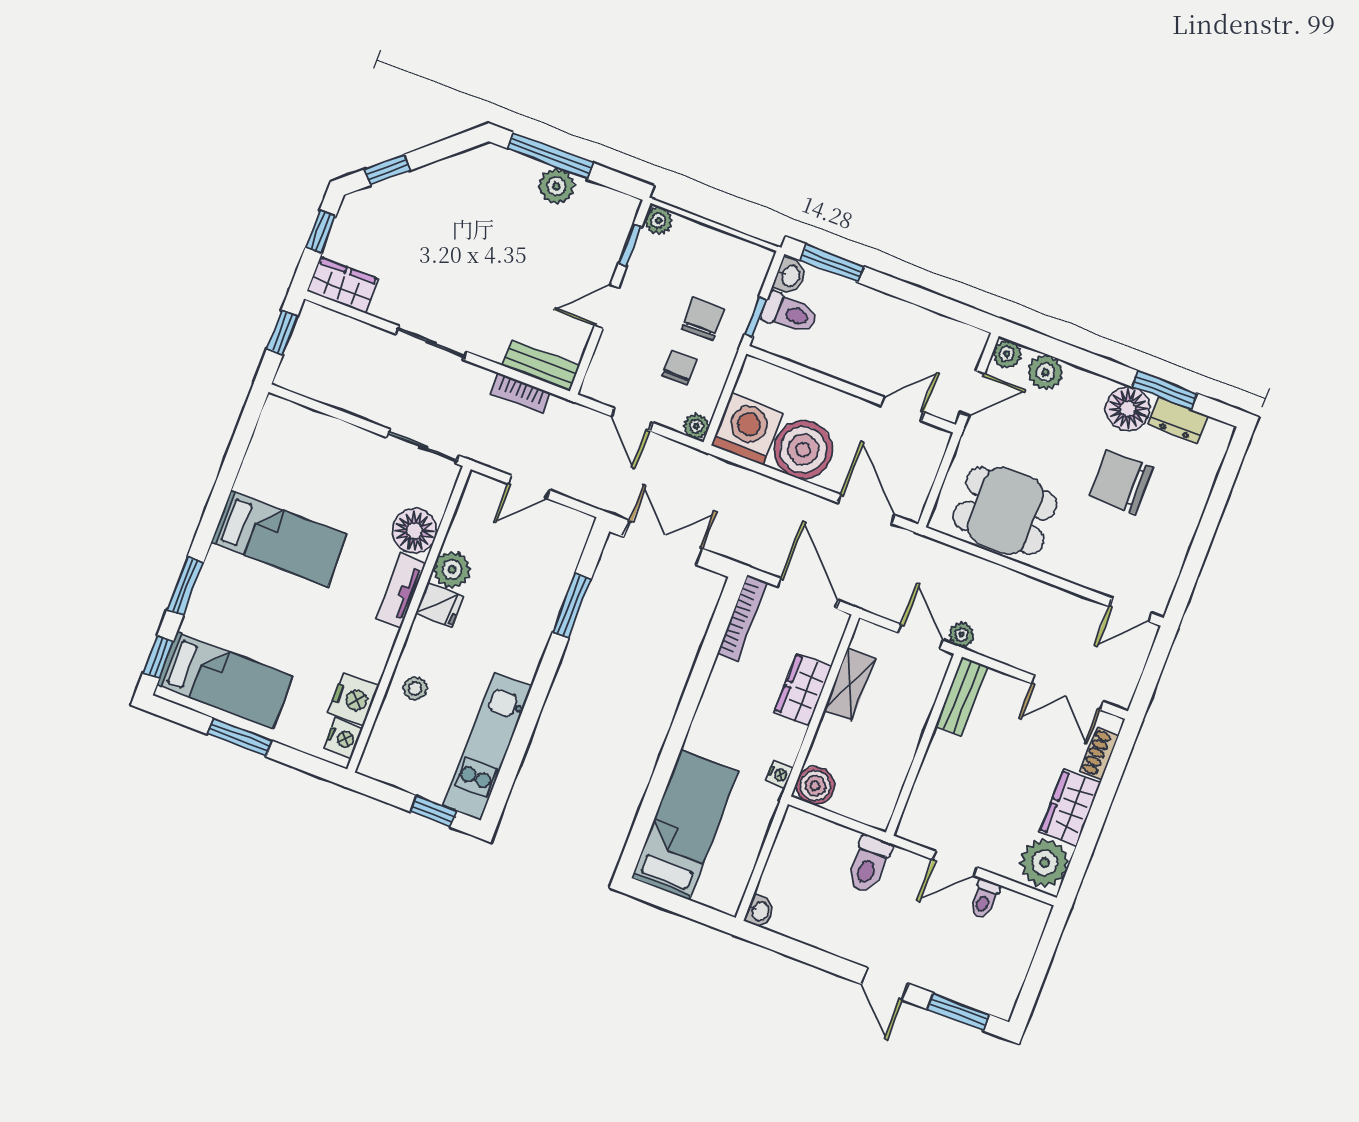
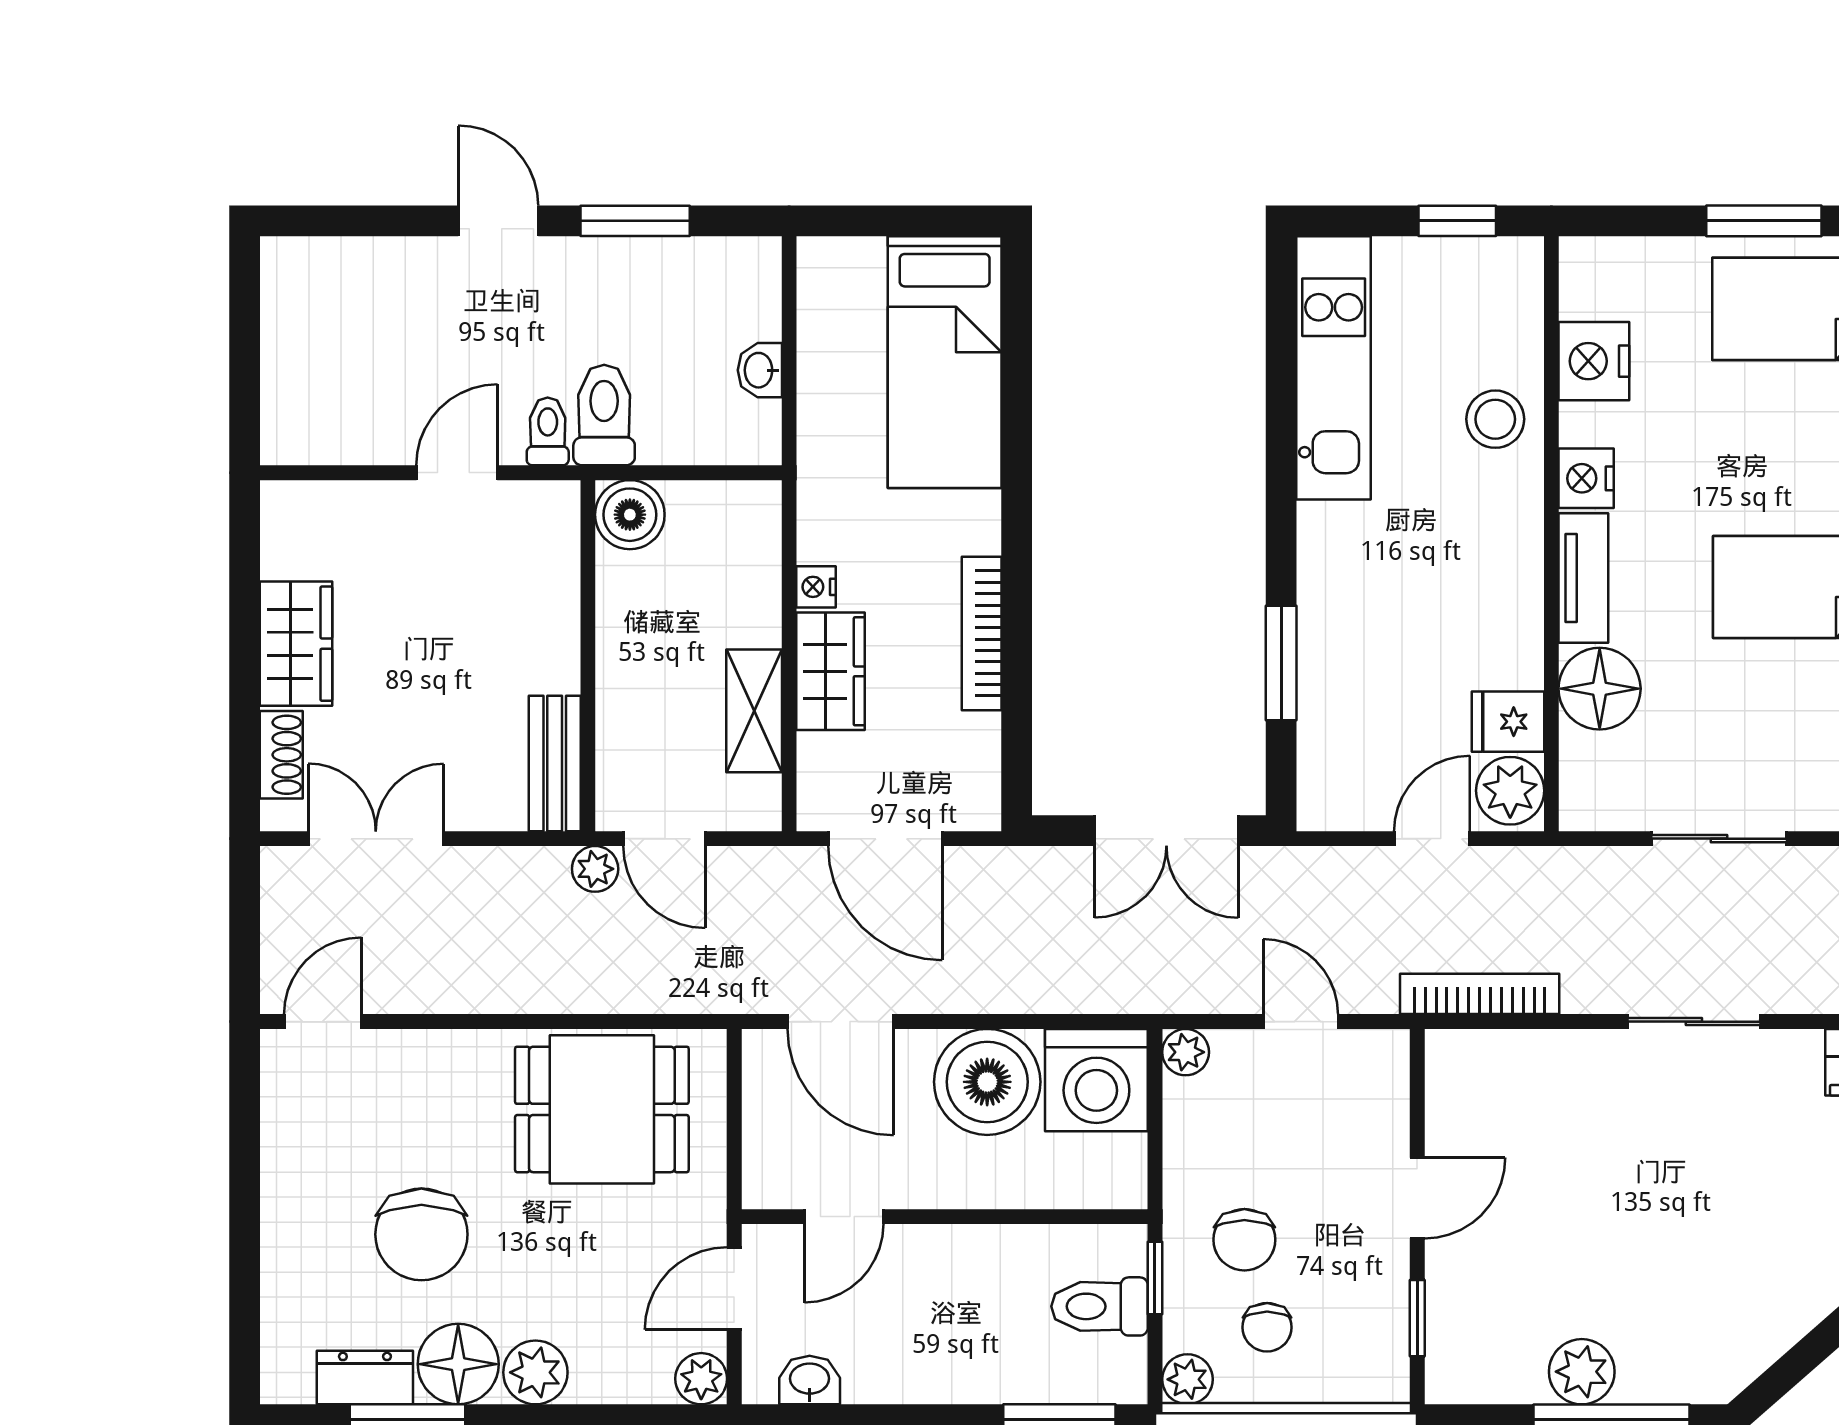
plant: (658, 221) -> (1187, 1379), moved
washbasin: (790, 276) -> (810, 1380), moved, turned 90
bench: (541, 366) -> (1491, 1054), removed
chair: (679, 368) -> (1267, 1327), moved
plant: (1045, 372) -> (535, 1372), moved
bookcase: (520, 393) -> (1480, 994), width x1.56
sliding door: (423, 447) -> (1719, 839), moved
chair: (1121, 482) -> (421, 1234), turned 90
plant: (452, 569) -> (1510, 791), moved
fridge: (440, 605) -> (1508, 722), moved
bookcase: (742, 618) -> (982, 633), moved
stool: (415, 689) -> (1495, 419), width x1.37, depth x1.37
nightstand: (343, 738) -> (1586, 478), moved
nightstand: (779, 774) -> (816, 587), moved
boiler: (815, 786) -> (630, 515), moved
window: (433, 811) -> (1457, 221), moved
plant: (1045, 863) -> (304, 532), removed
toilet: (984, 899) -> (548, 431), moved
washbasin: (760, 911) -> (760, 370), moved
window: (958, 1012) -> (635, 221), moved

